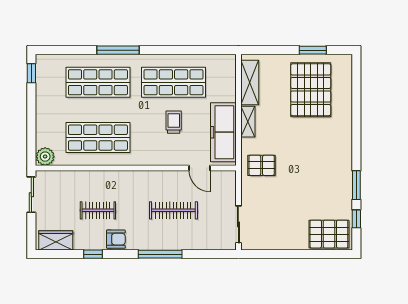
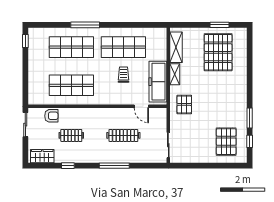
plant: (45, 157) -> (35, 98), removed
pallet: (262, 165) -> (184, 104), turned 90
pallet: (329, 234) -> (226, 142), moved, turned 90
armchair: (116, 239) -> (51, 116), moved

